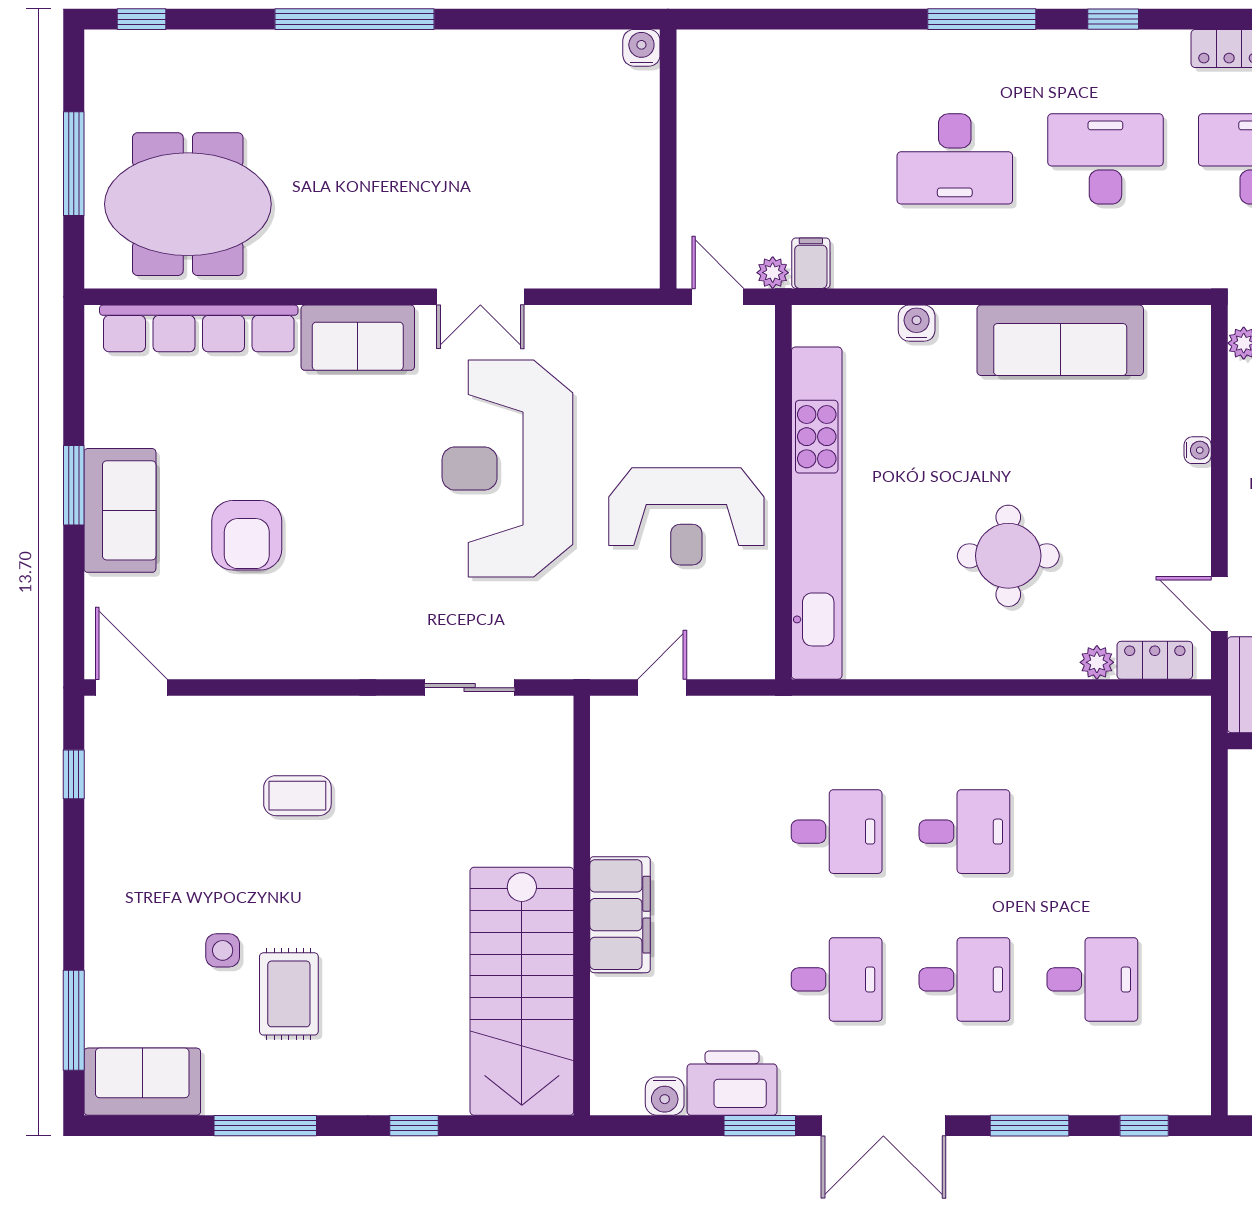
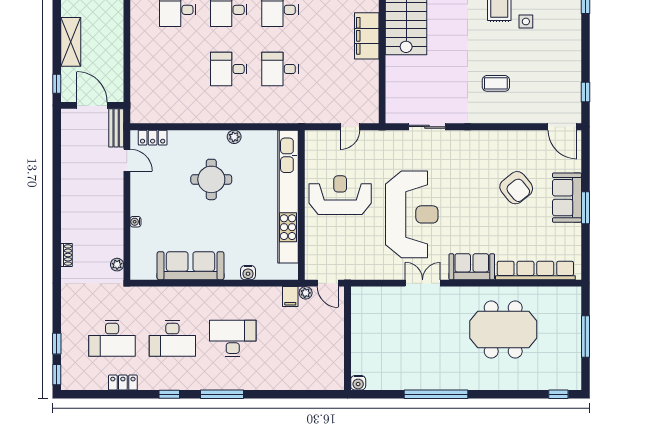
window: (355, 19) -> (436, 394), moved
meeting table: (188, 204) -> (503, 330), moved
armchair: (247, 535) -> (516, 188), turned 141
plant: (1097, 662) -> (234, 137), moved

